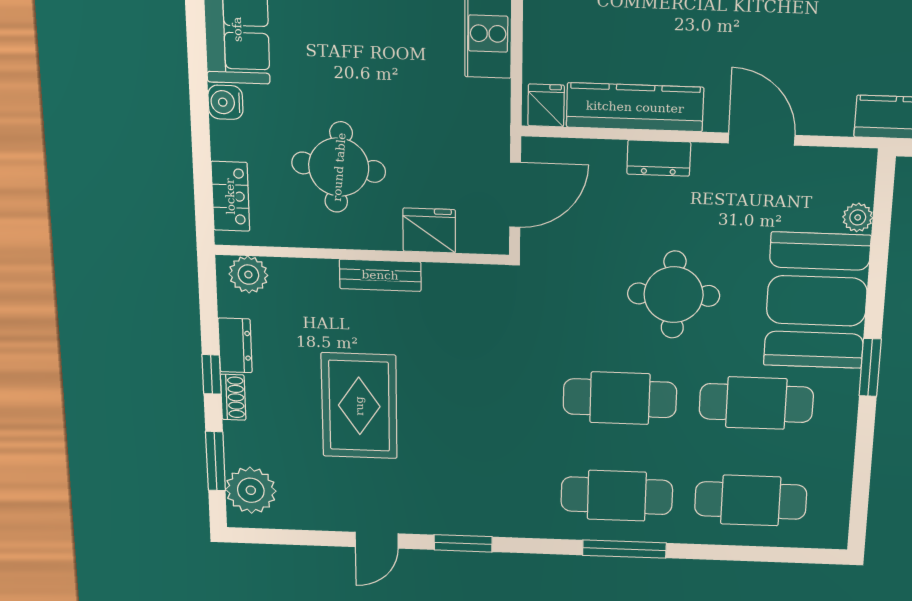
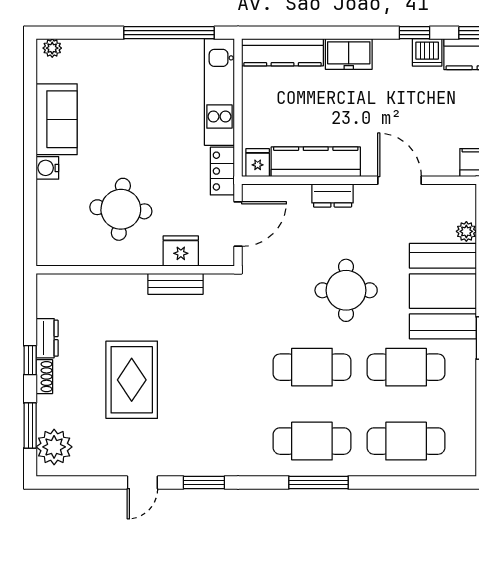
locker: (230, 196) -> (222, 171), moved, turned 180
plant: (248, 275) -> (58, 287), removed
bench: (380, 275) -> (175, 284), moved

